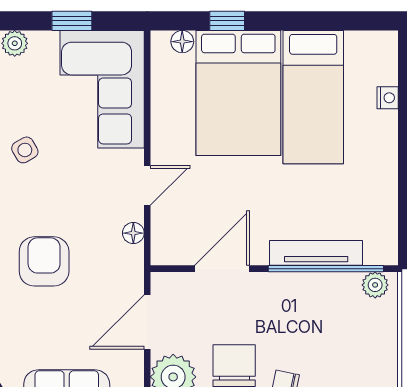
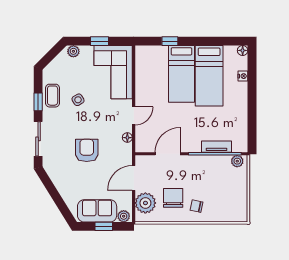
floor lamp: (182, 42) -> (243, 50), moved
bed: (238, 93) -> (181, 74), width x0.67
tv unit: (316, 253) -> (217, 147), width x0.71

